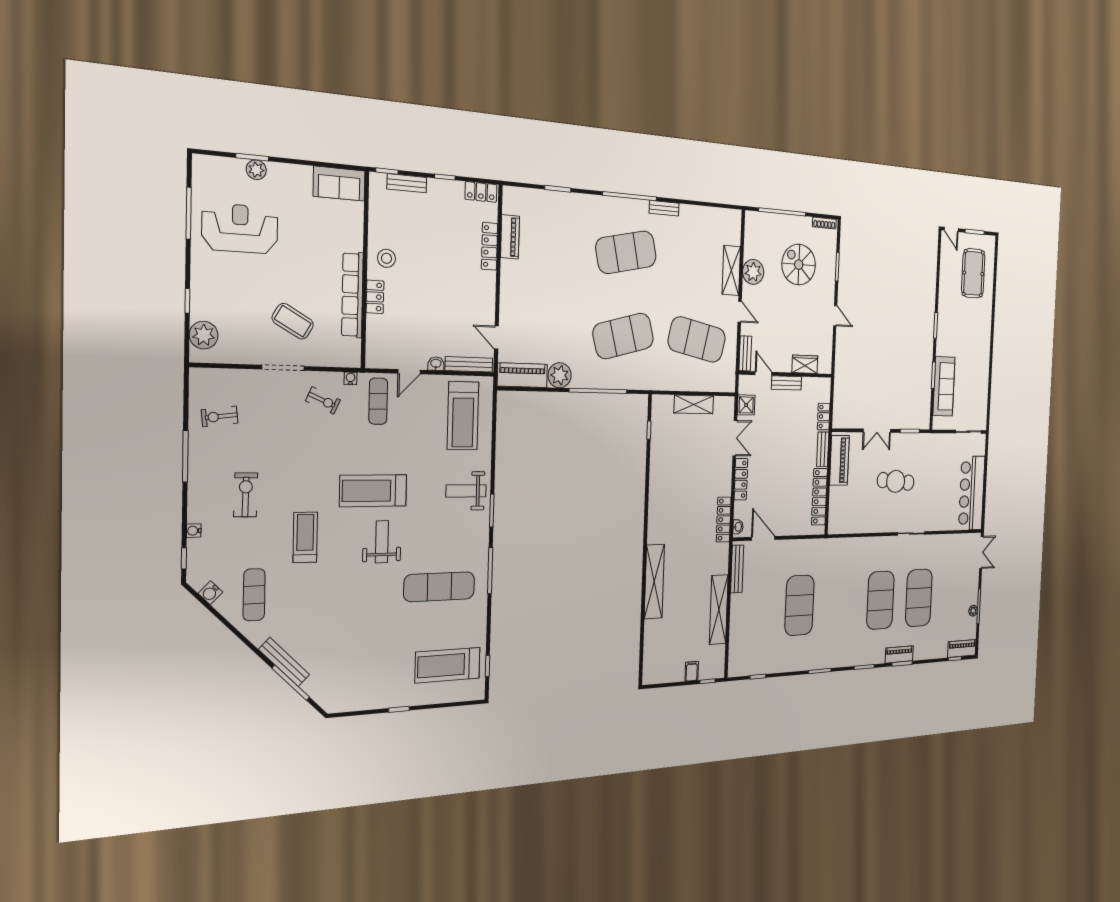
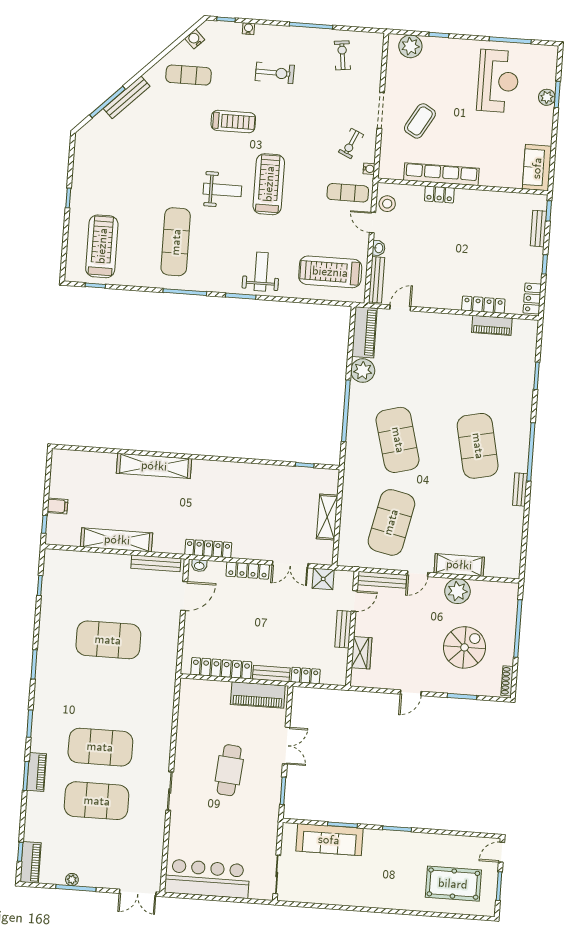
stool: (386, 258) -> (387, 204), moved
bench: (745, 353) -> (382, 580), width x1.36
double door: (877, 431) -> (286, 746), swing flipped

